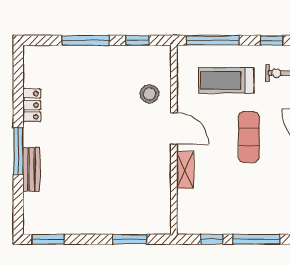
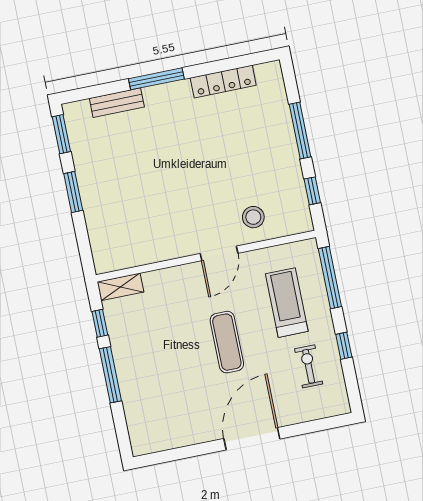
locker: (32, 105) -> (223, 82), width x1.53
exercise mat: (249, 137) -> (227, 342), turned 90
bench: (31, 169) -> (117, 103), moved
shelving: (185, 170) -> (120, 287), moved
window: (130, 239) -> (73, 192), moved

